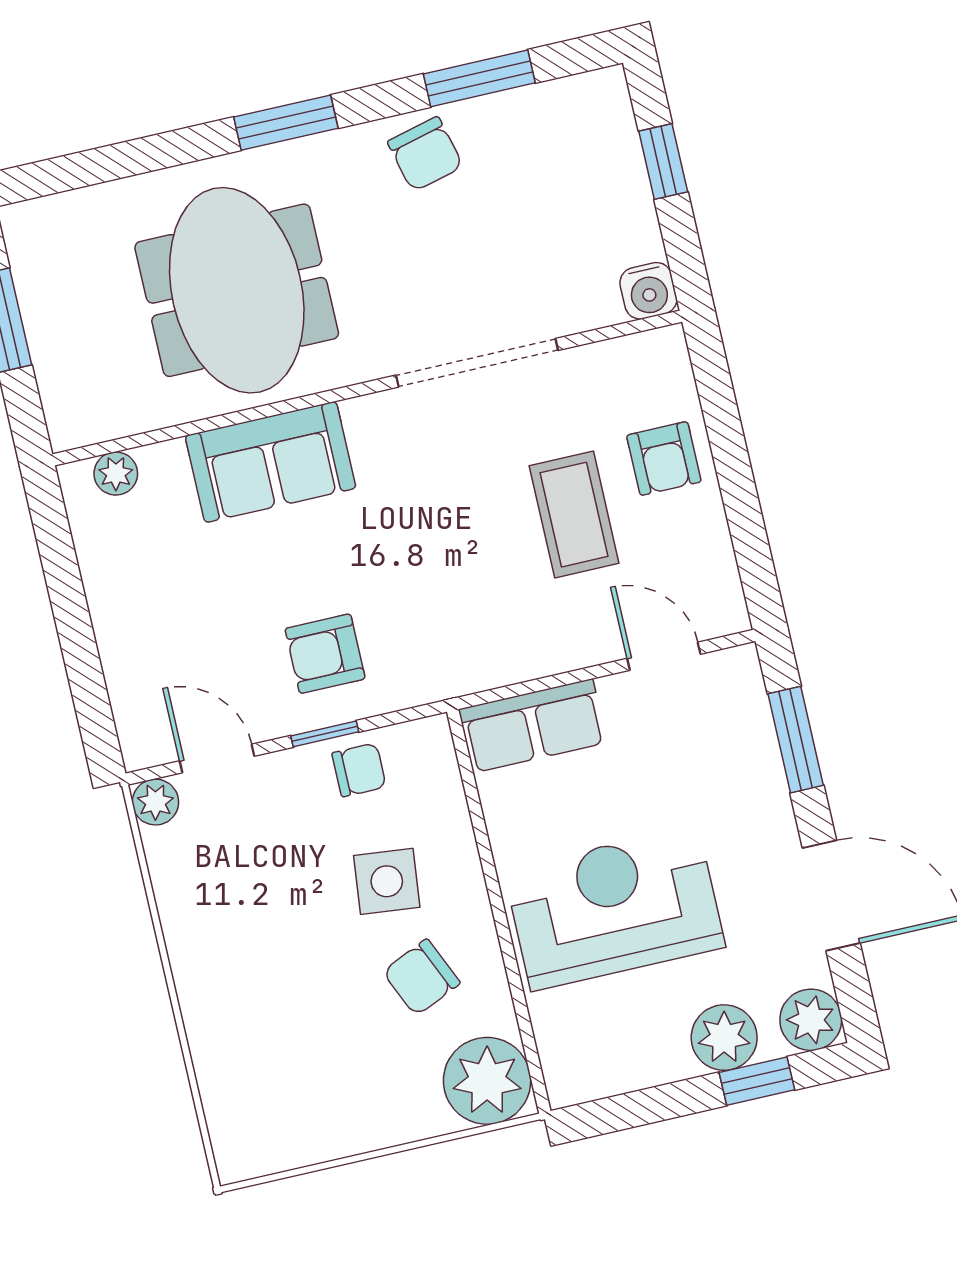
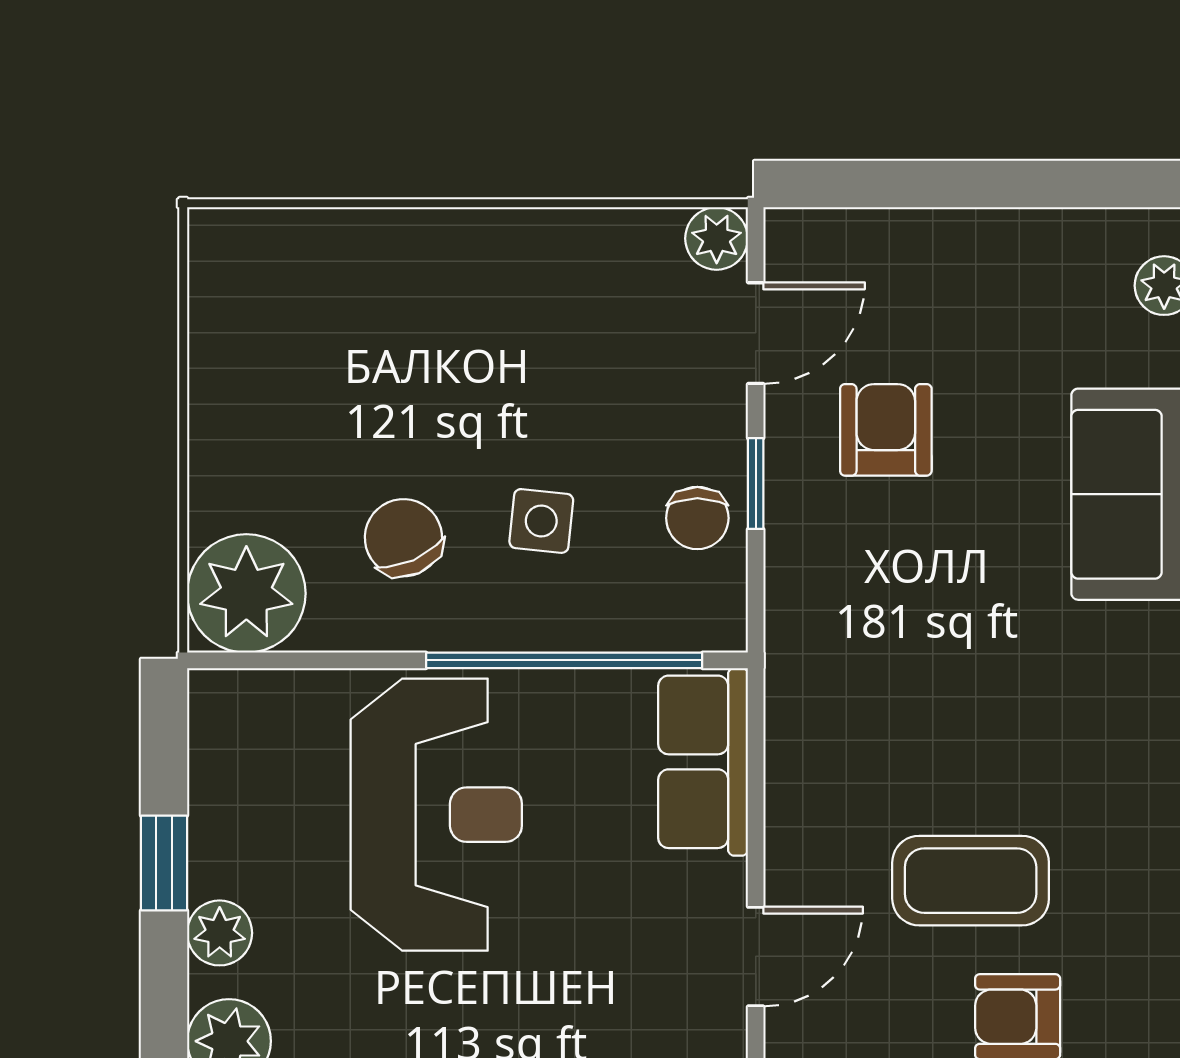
armchair: (325, 654) -> (886, 430), moved
window: (483, 842) -> (564, 660), added
side table: (387, 881) -> (541, 521), width x0.73, depth x0.73
plant: (724, 1038) -> (220, 933), width x0.73, depth x0.73
window: (757, 1081) -> (164, 863), moved

